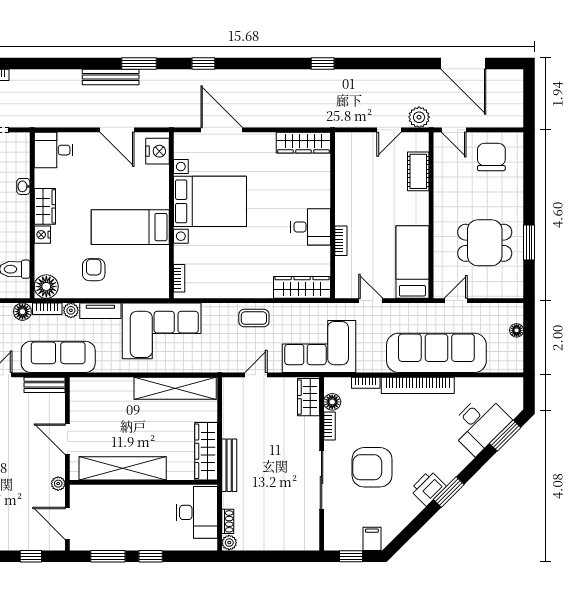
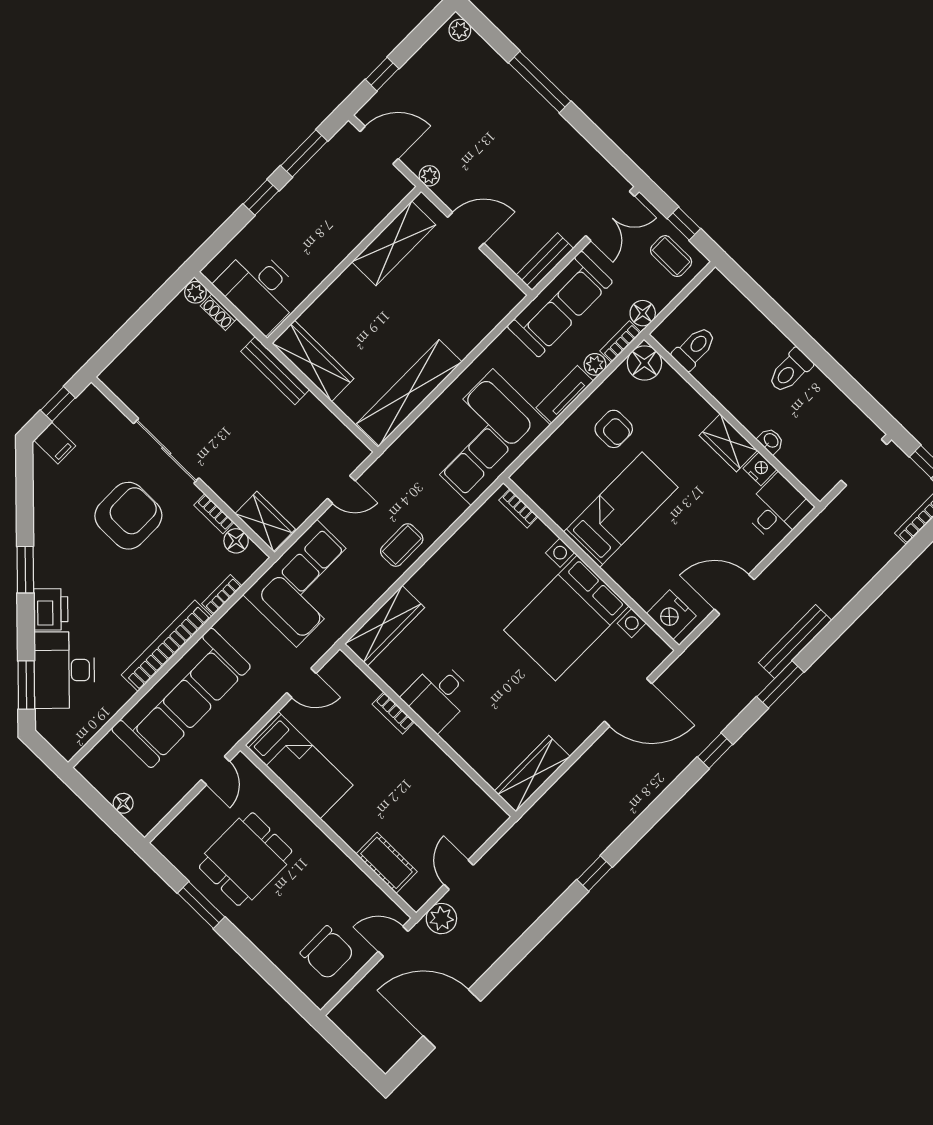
nightstand: (42, 235) -> (760, 469), moved
door: (256, 375) -> (341, 490), hinge flipped
shelving: (123, 468) -> (394, 243), width x0.68
printer: (428, 488) -> (51, 609), moved

